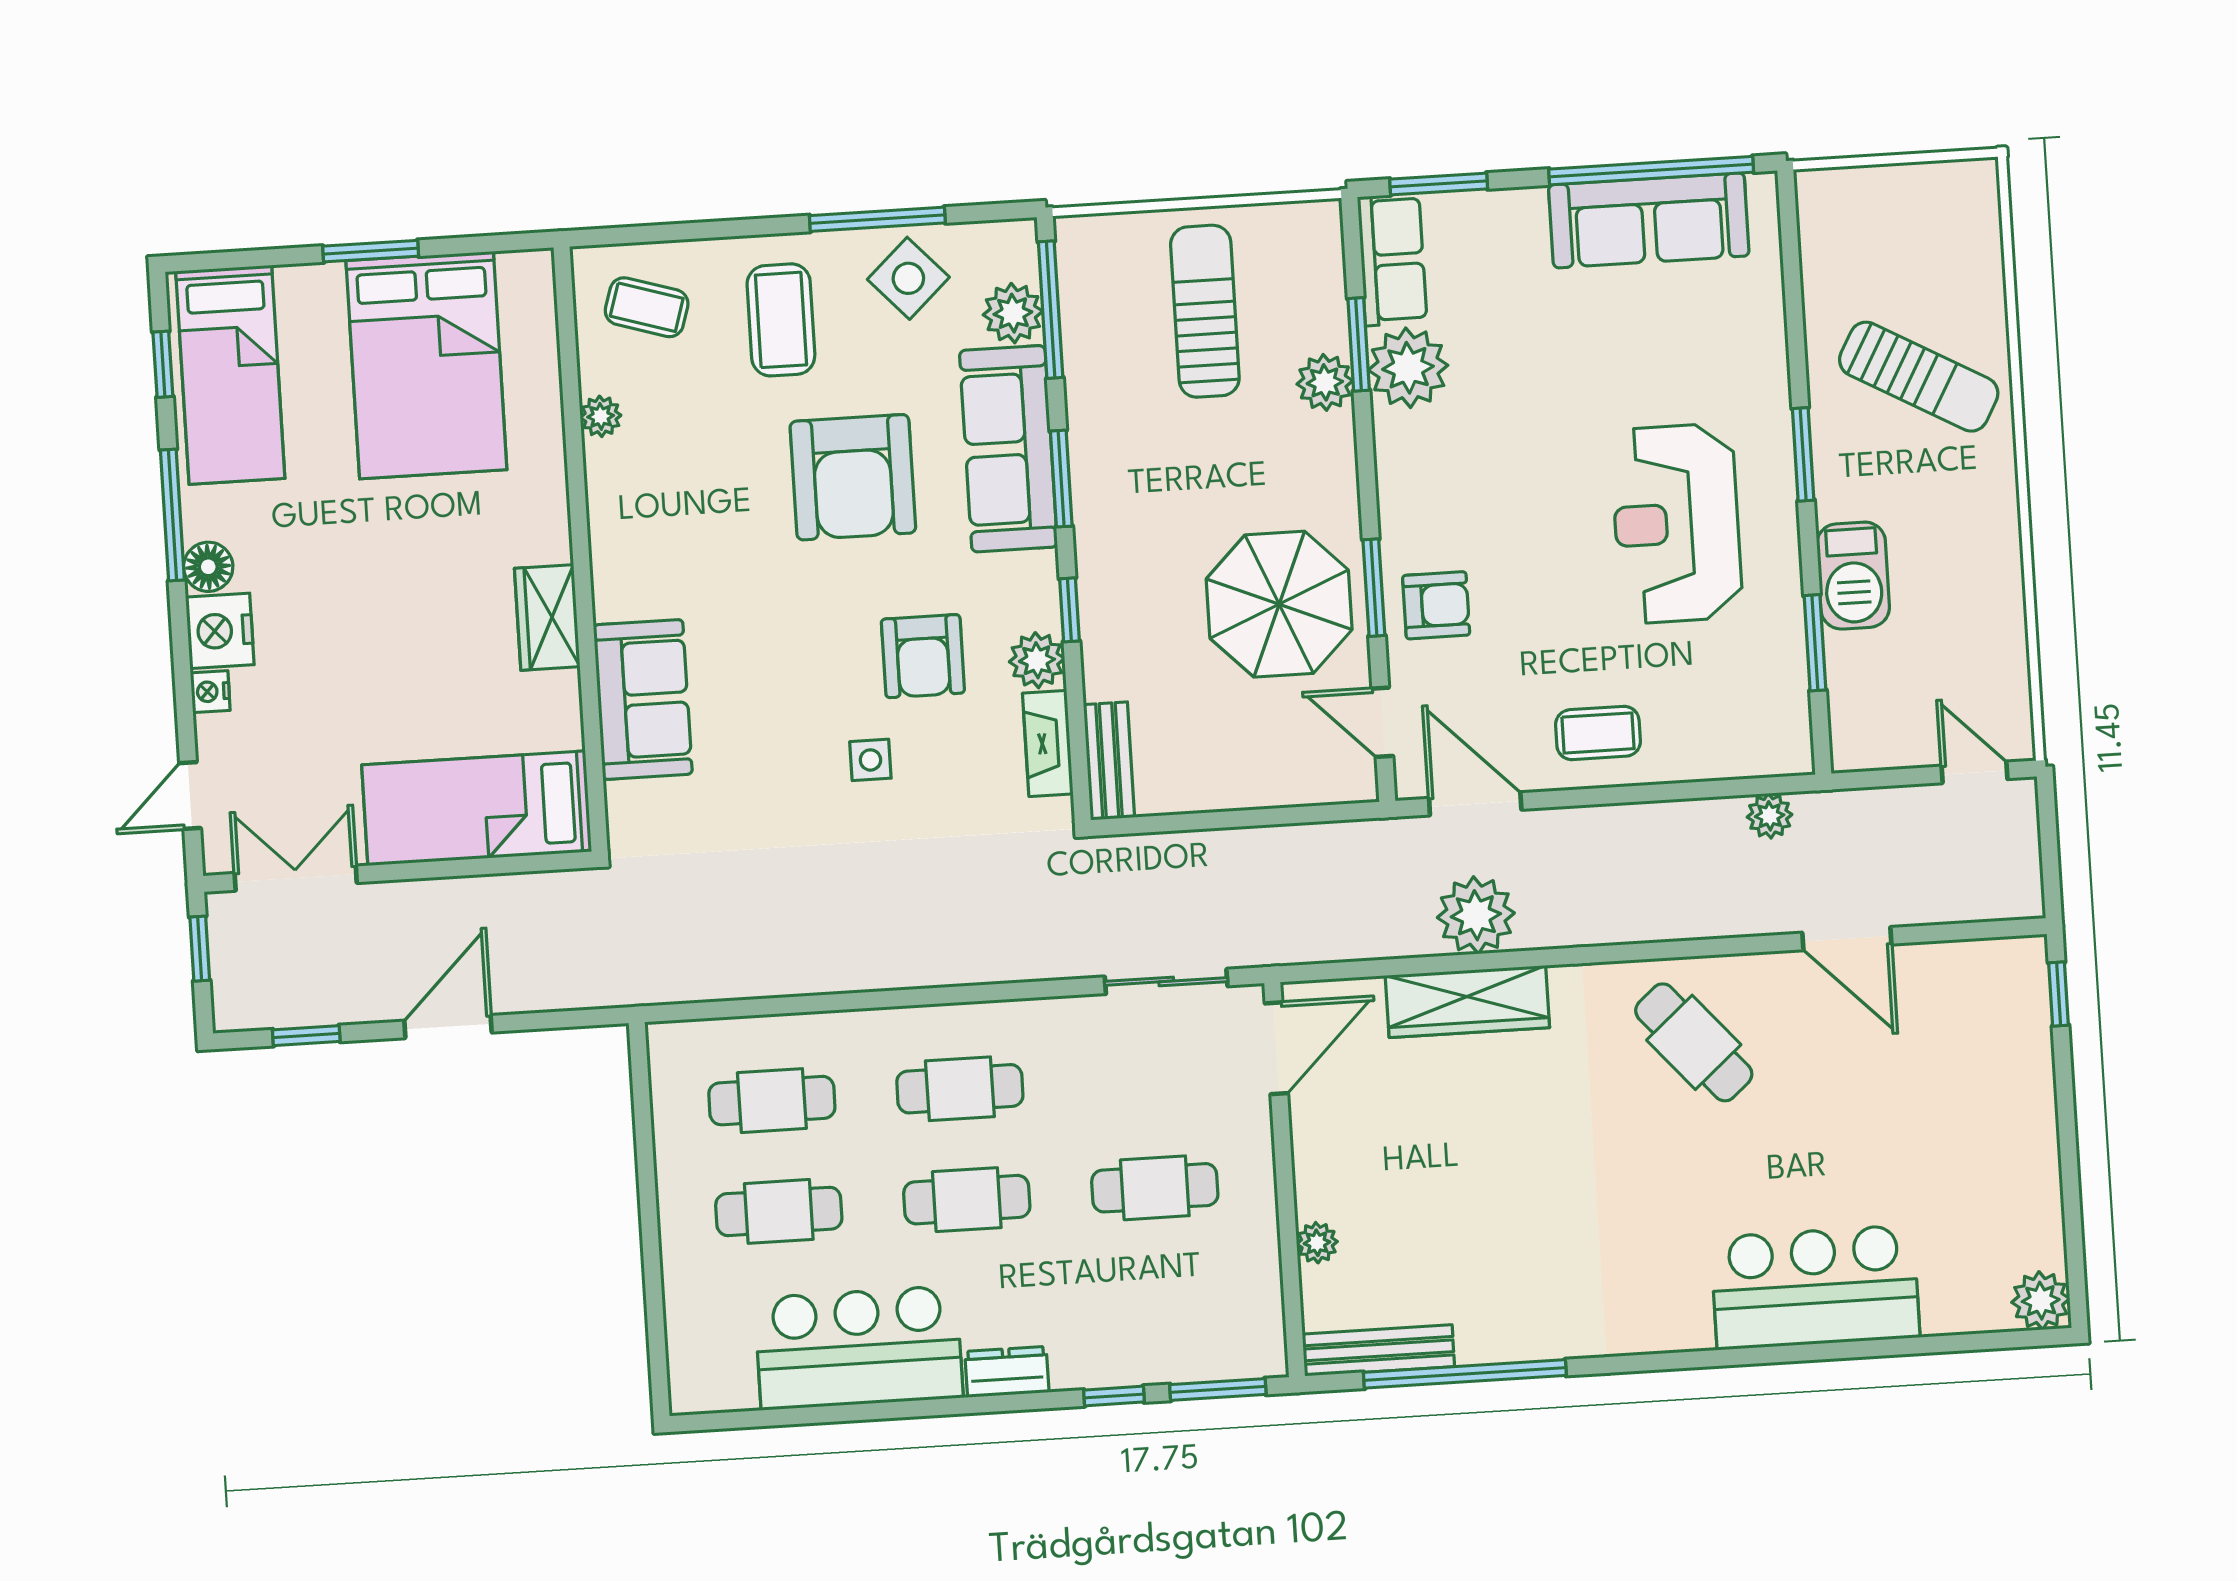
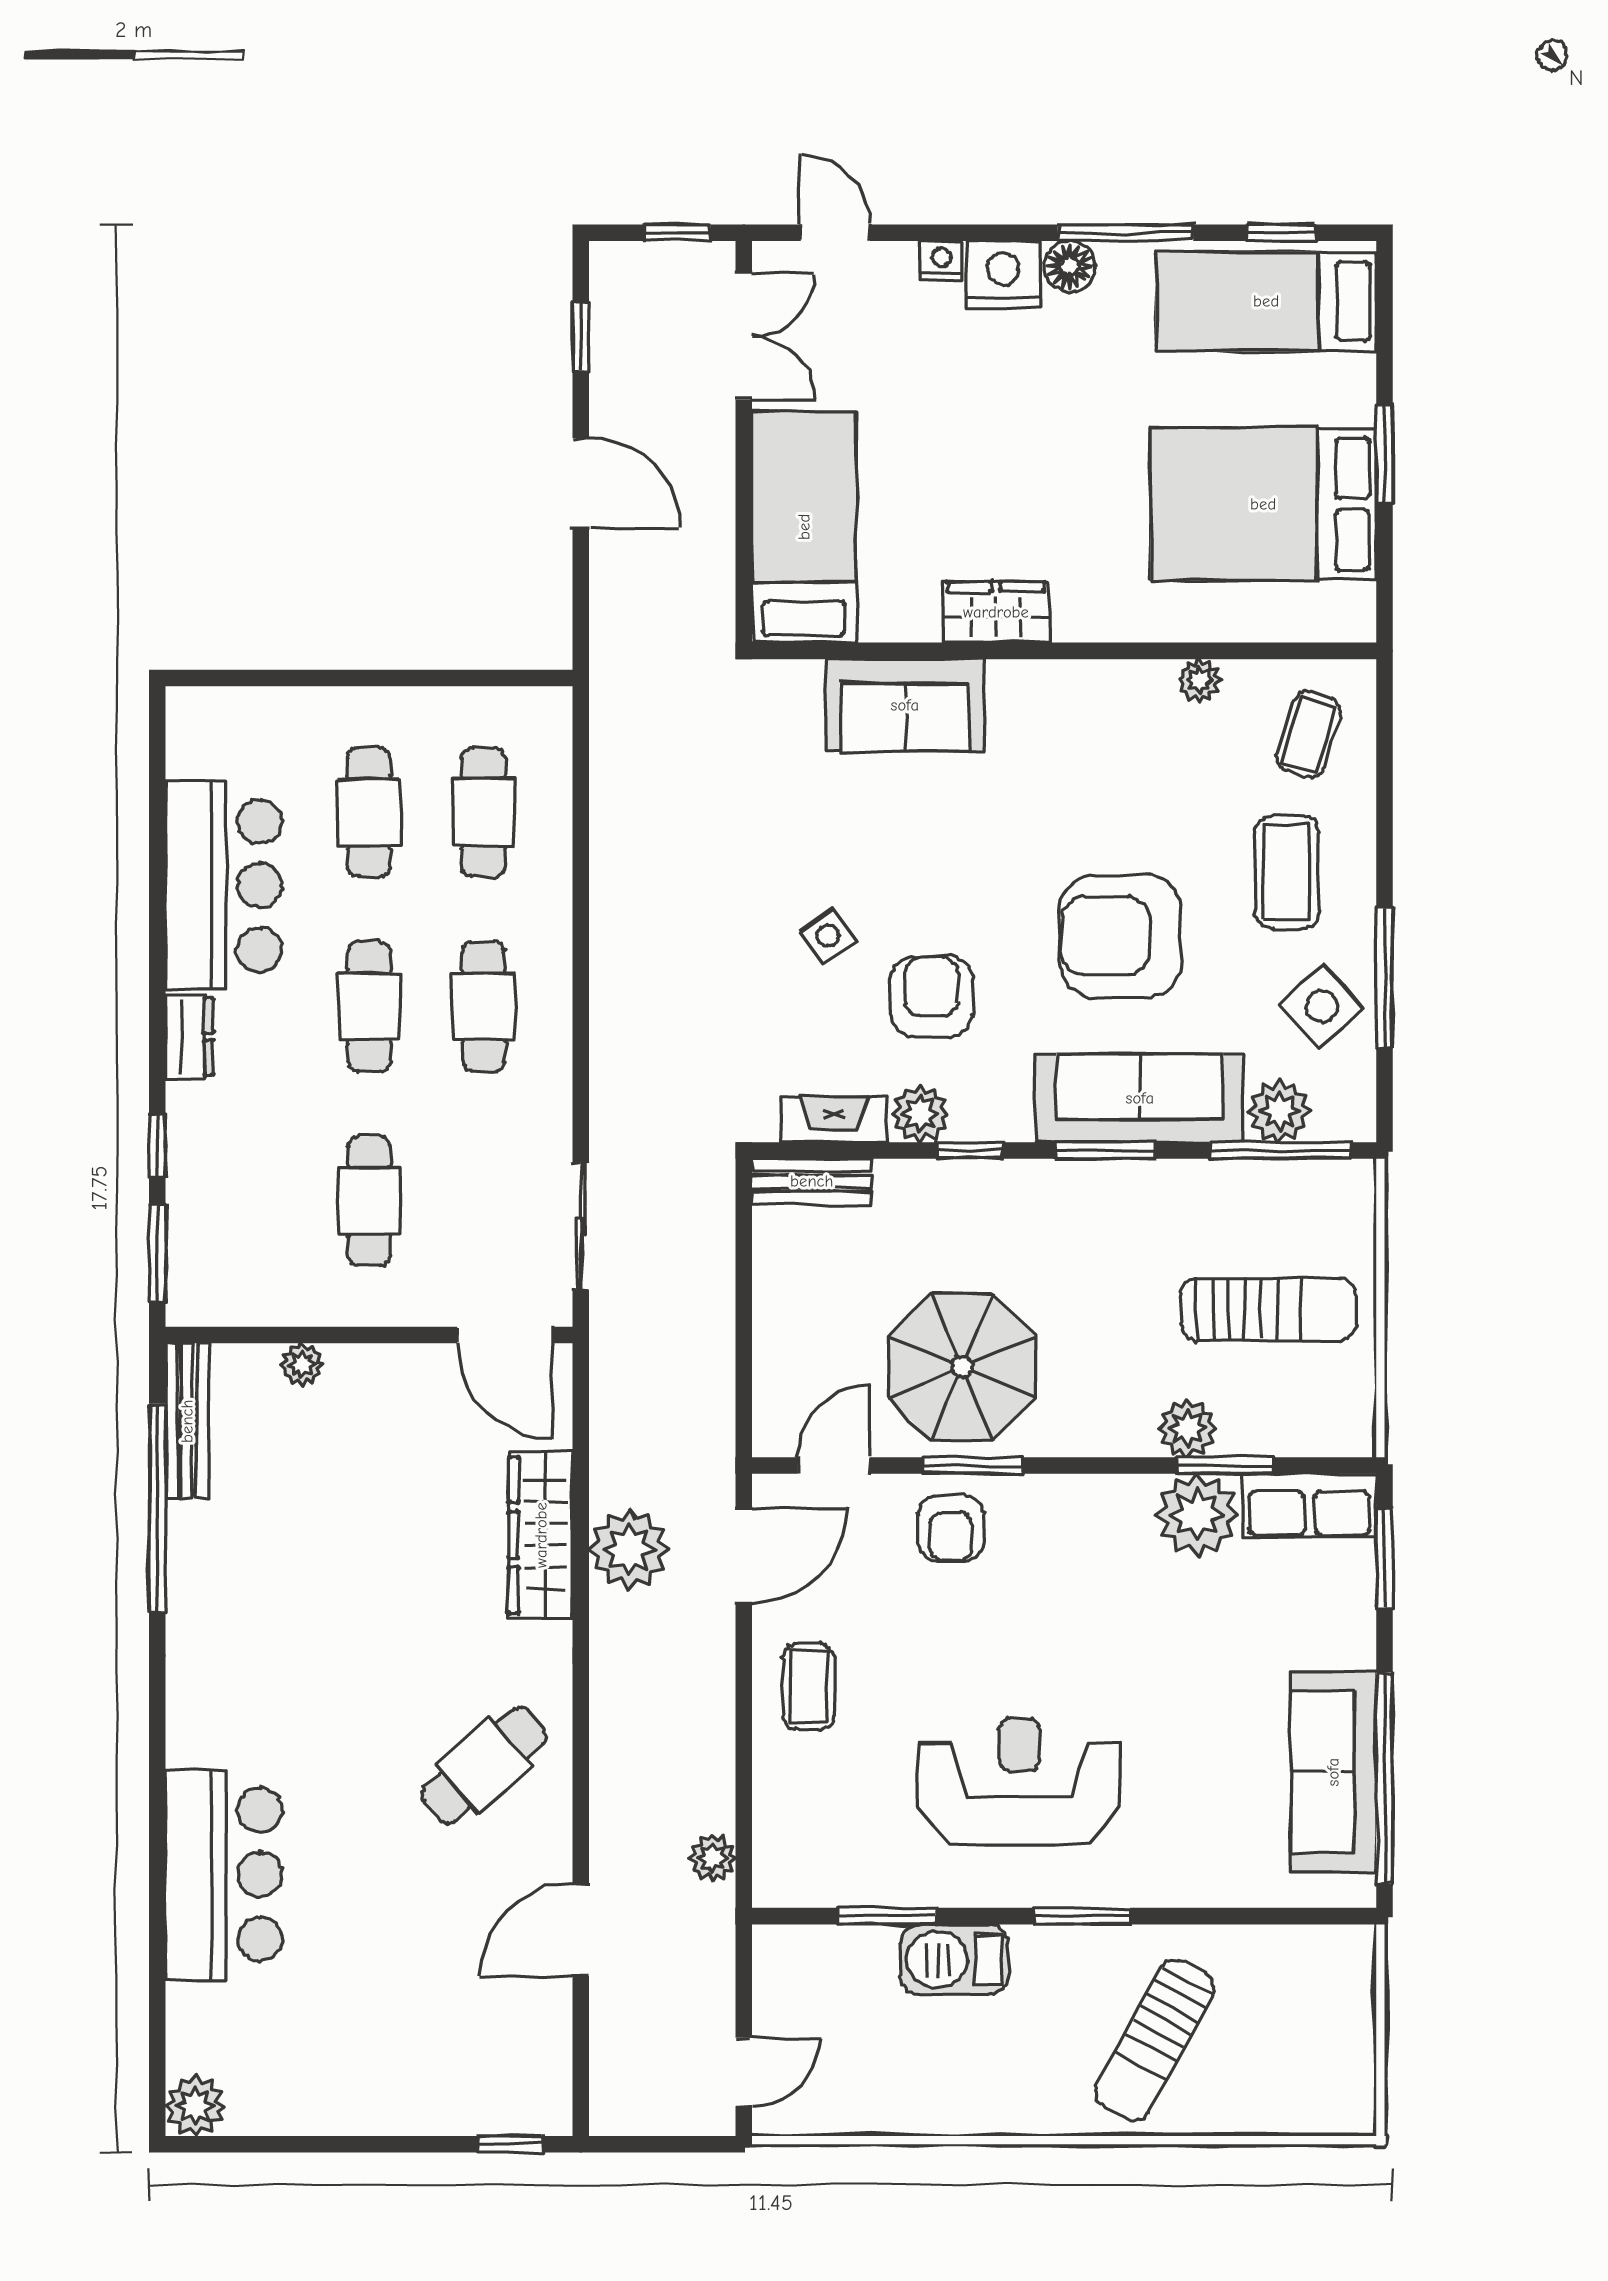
coffee table: (781, 320) -> (1287, 872), turned 90
armchair: (923, 656) -> (932, 997), turned 90
side table: (870, 760) -> (828, 936), turned -35

